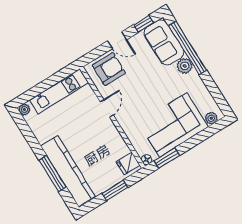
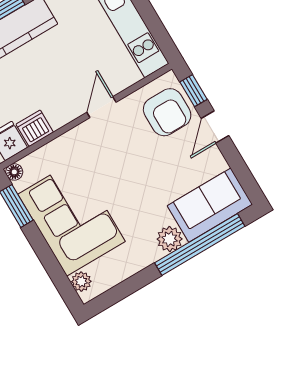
window: (144, 24) -> (193, 91), moved
door: (107, 108) -> (101, 107), swing flipped
dishwasher: (120, 148) -> (35, 128), added

